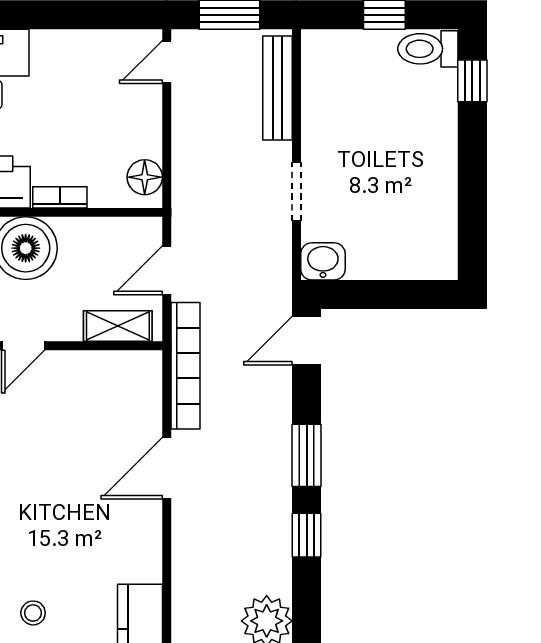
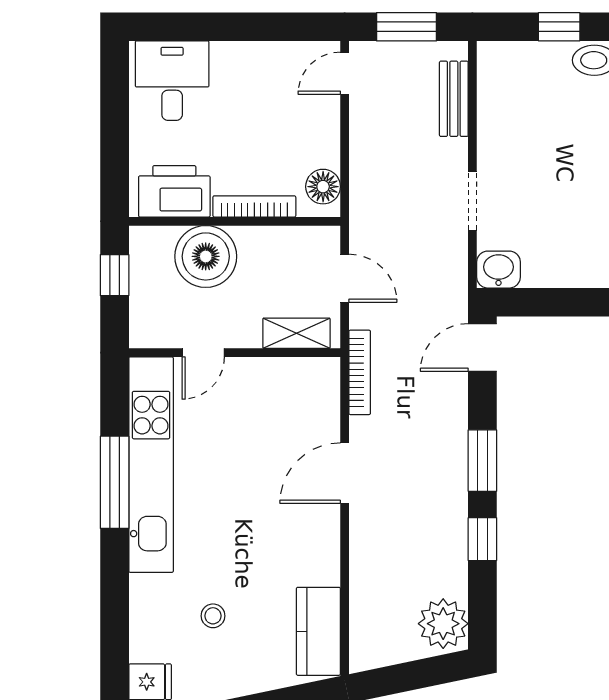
bench: (278, 88) -> (454, 99), width x0.73
bookcase: (60, 197) -> (254, 206), width x1.56
door: (167, 270) -> (345, 278), swing flipped
bookcase: (185, 366) -> (360, 372), width x0.68, depth x0.76

